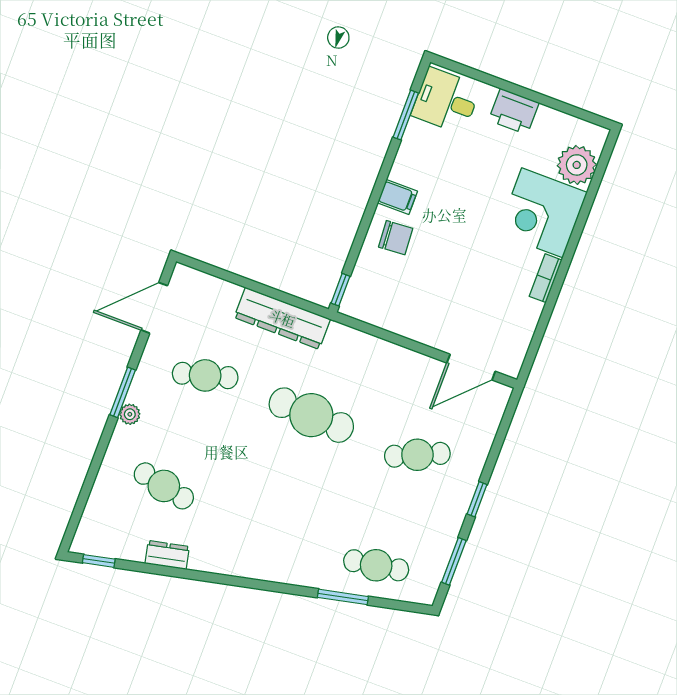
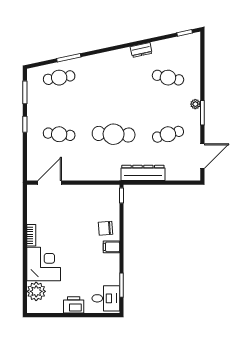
cafe table: (417, 455) -> (59, 134), turned 30
dresser: (167, 555) -> (141, 50), moved

